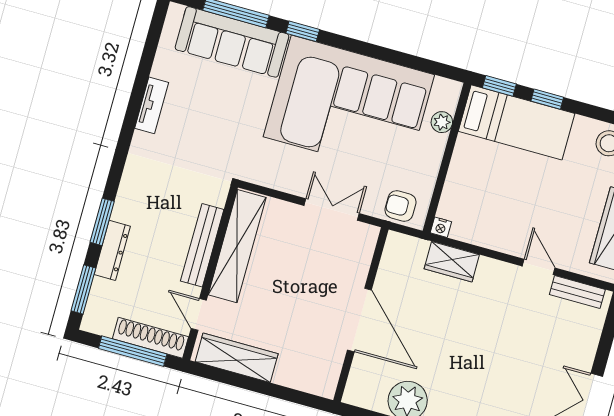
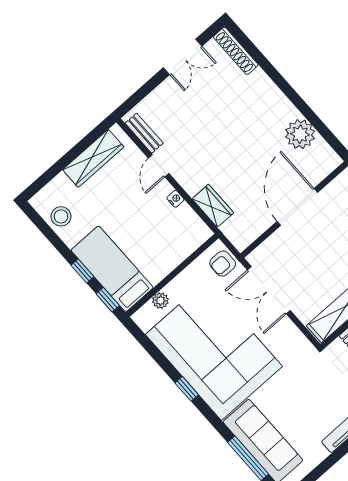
window: (303, 31) -> (187, 389), moved
armchair: (400, 206) -> (223, 264), turned 90
double door: (332, 210) -> (269, 290), width x1.37
nightstand: (441, 227) -> (175, 199), moved

